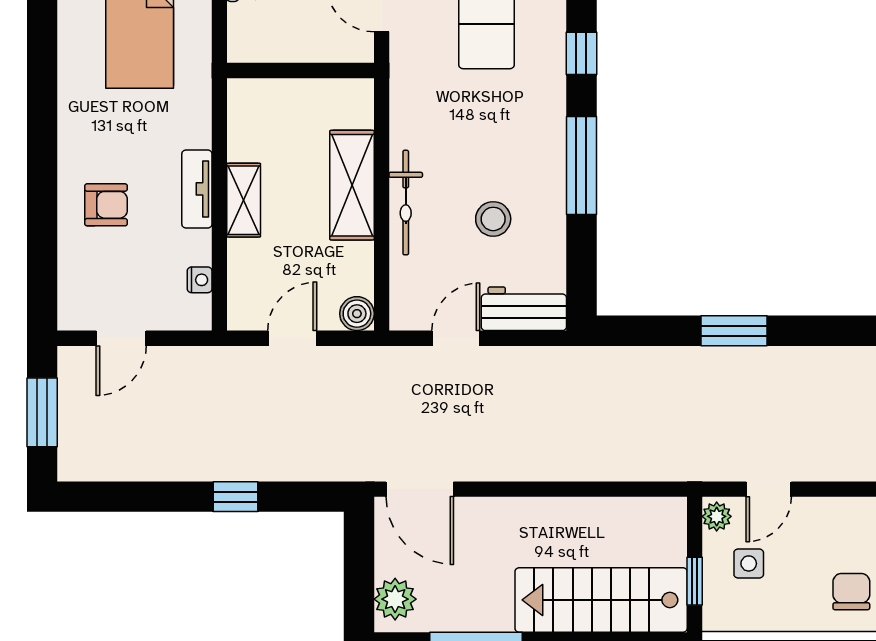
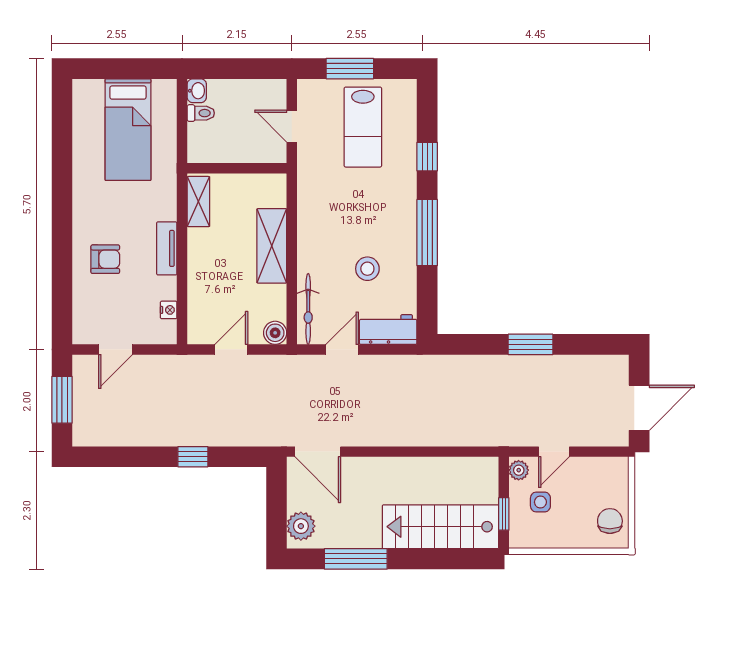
shelving: (244, 200) -> (198, 202), moved
bicycle: (406, 203) -> (308, 309), moved

